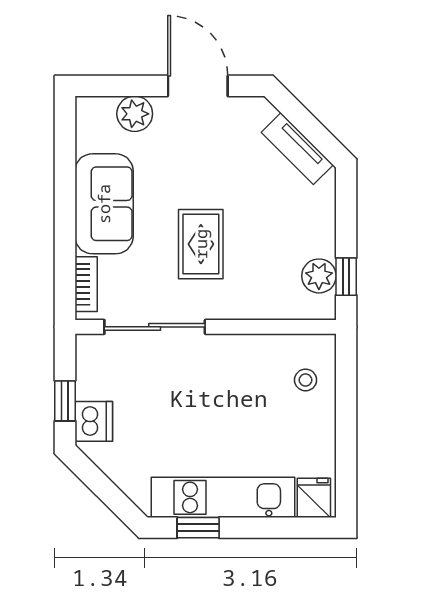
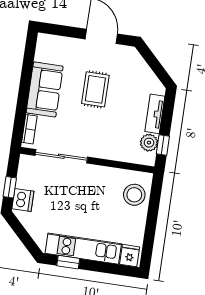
plant: (135, 114) -> (67, 46), removed
tv unit: (297, 149) -> (155, 114), moved, turned 45
rug: (201, 244) -> (95, 89), moved
stool: (306, 380) -> (134, 195), width x1.89, depth x1.89

